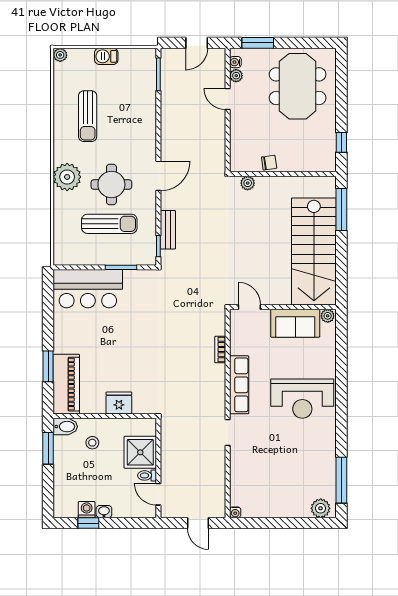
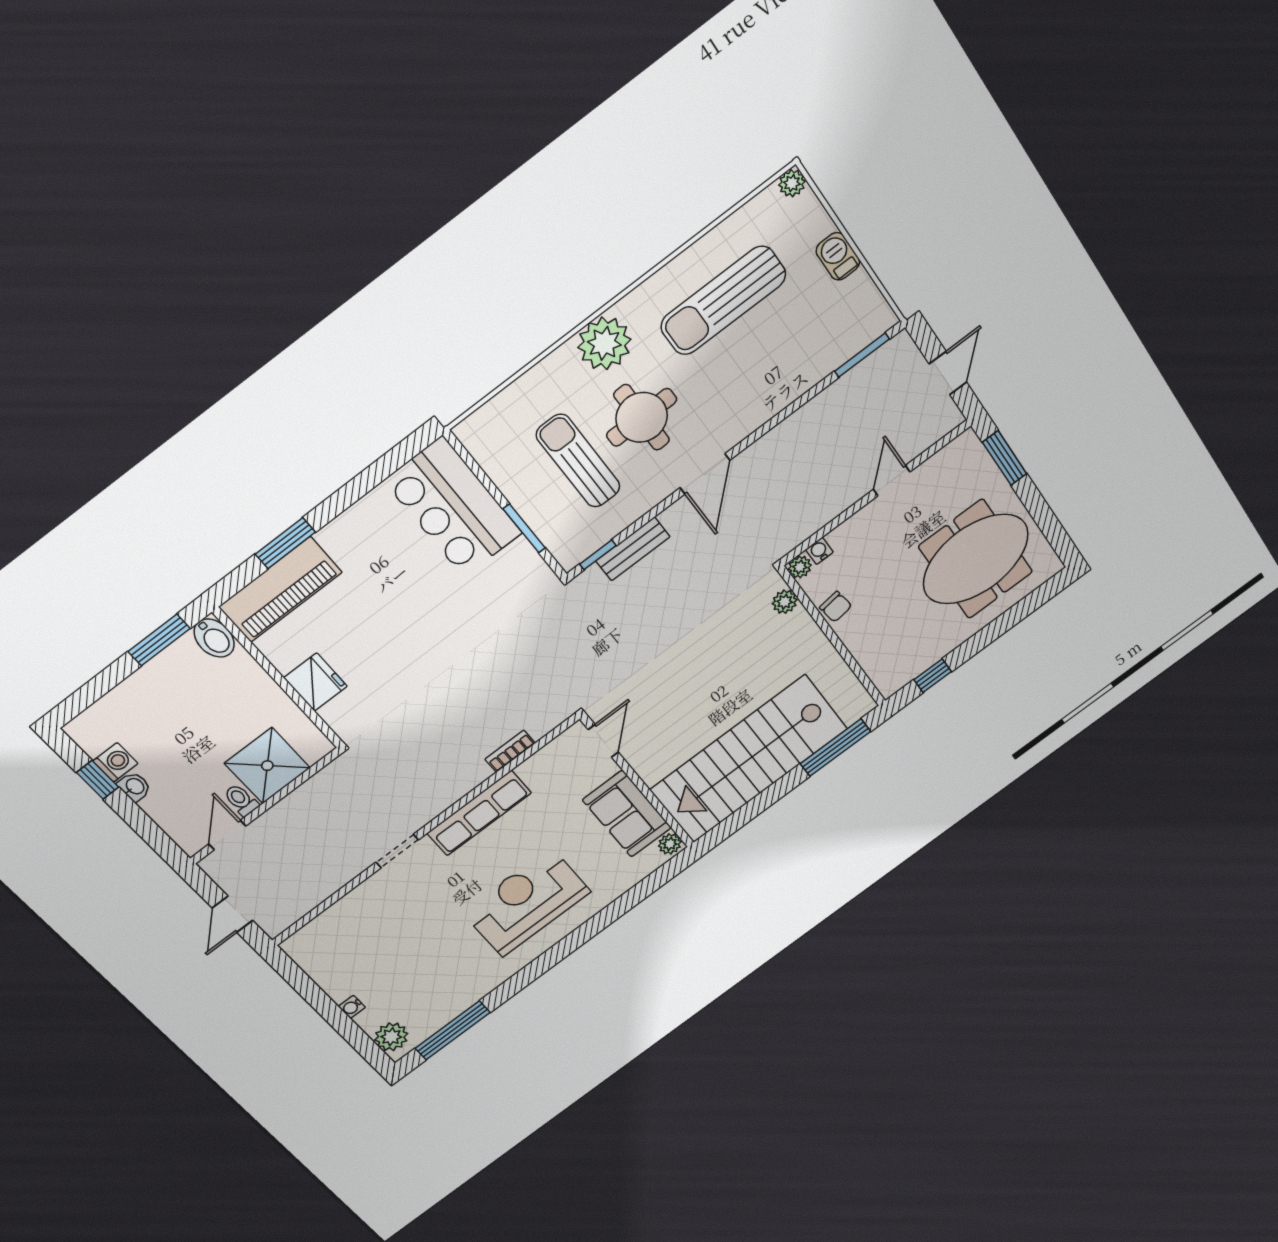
door: (197, 43) -> (948, 373), swing flipped
water cooler: (235, 62) -> (819, 551), moved
plant: (236, 76) -> (800, 567), moved
sun lounger: (88, 116) -> (723, 301), width x1.36, depth x1.34
door: (158, 176) -> (705, 474), hinge flipped
sun lounger: (109, 224) -> (578, 461), turned 180
reception desk: (302, 399) -> (526, 902), turned 90
stool: (92, 443) -> (223, 693), removed
water cooler: (235, 512) -> (352, 1007), moved

